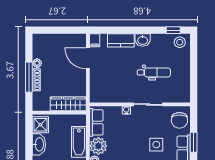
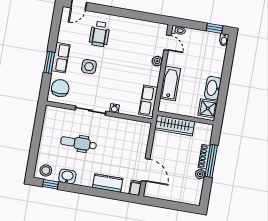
washbasin: (143, 40) -> (67, 176), moved
plant: (98, 146) -> (150, 76), removed

